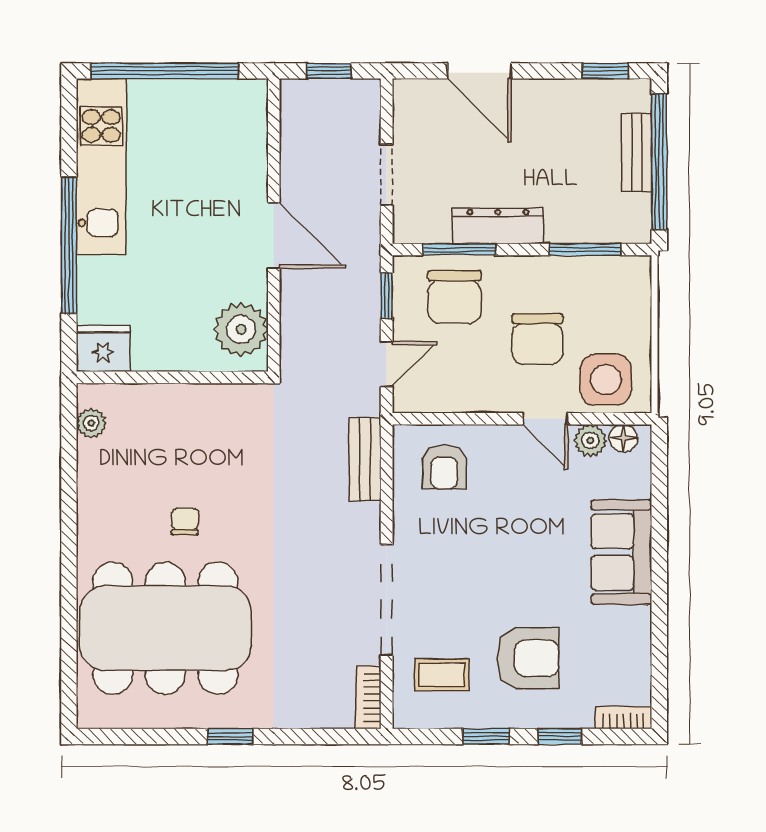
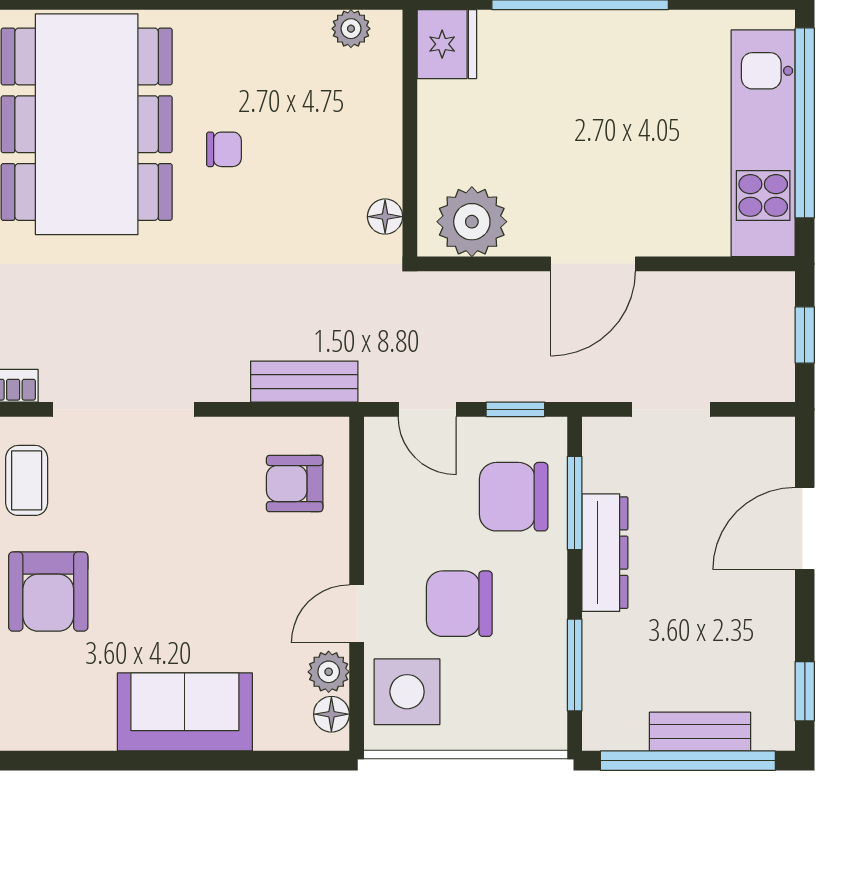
kitchen unit: (101, 166) -> (763, 143), moved, turned 90
floor lamp: (237, 397) -> (385, 217), added

